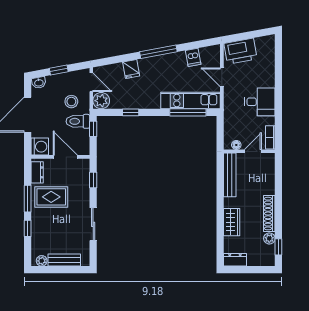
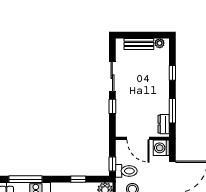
window: (93, 180) -> (112, 106), moved
rug: (51, 197) -> (151, 102), removed
window: (28, 199) -> (172, 111), moved

